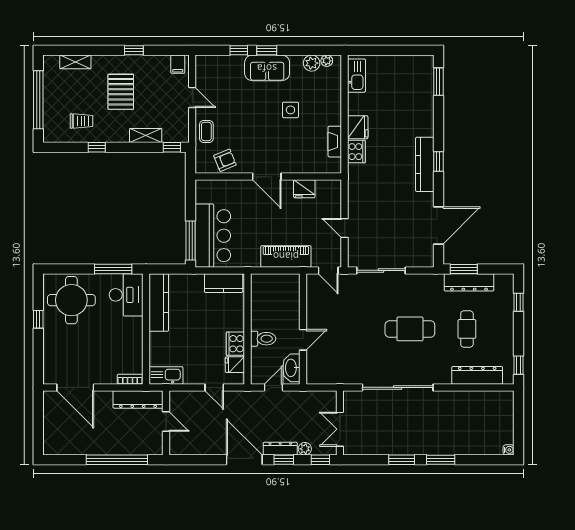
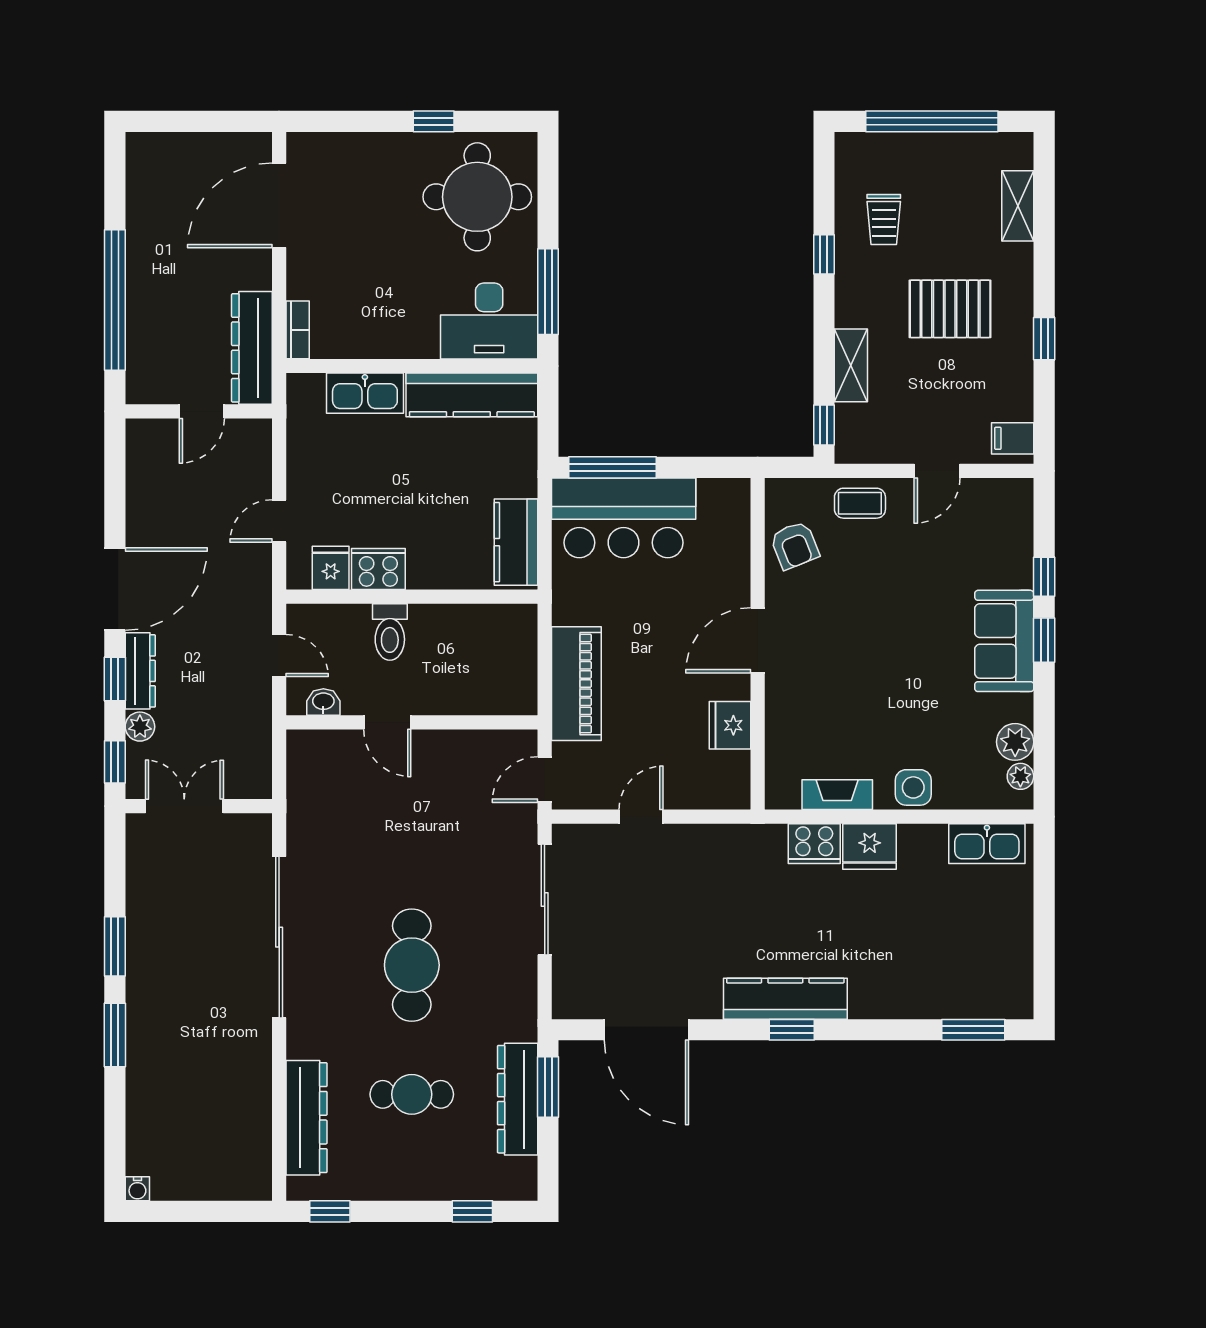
side table: (290, 110) -> (913, 787), moved
washbasin: (291, 368) -> (323, 702), width x0.52, depth x0.69
kitchen sink: (166, 375) -> (365, 393), moved, turned 90

